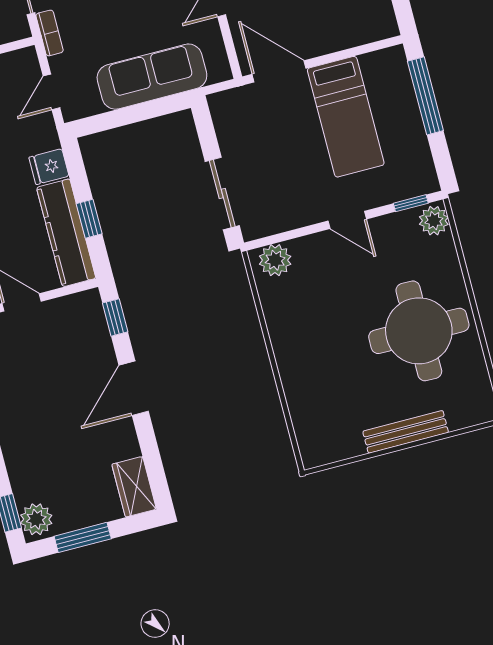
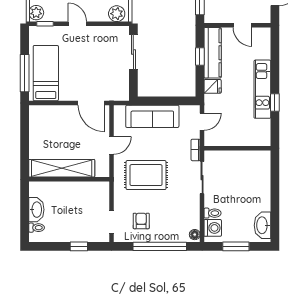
bed: (346, 117) -> (46, 73), moved

